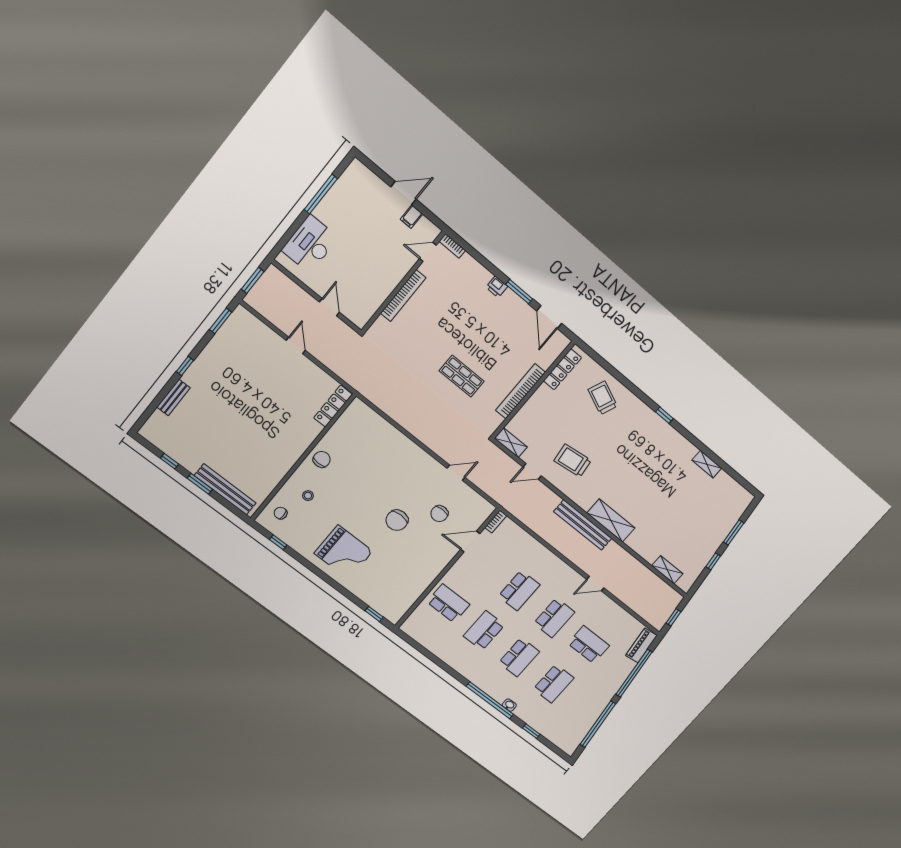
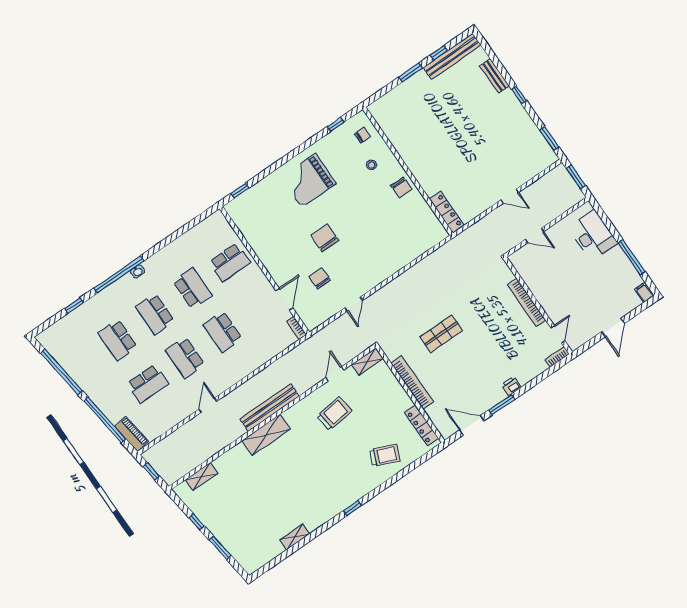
filing cabinet: (411, 217) -> (644, 292), moved
bench: (225, 489) -> (452, 56), moved
washbasin: (509, 705) -> (137, 271), moved

